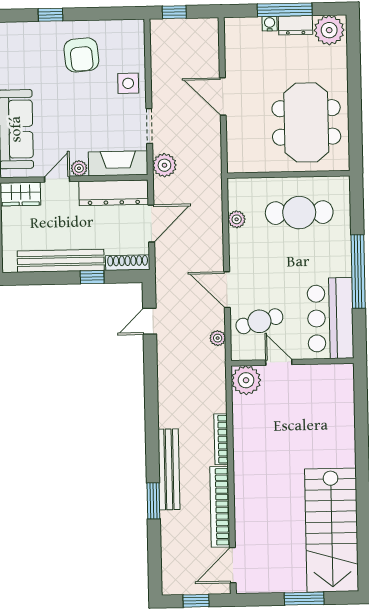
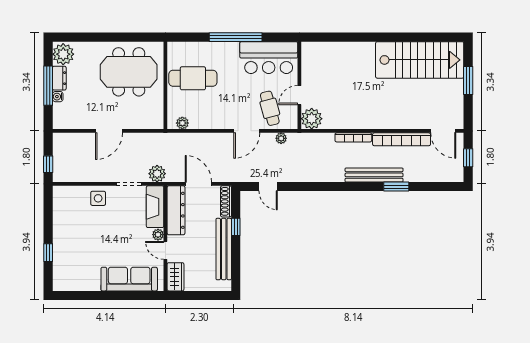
armchair: (81, 55) -> (77, 231), removed
cafe table: (299, 213) -> (193, 78), turned 90
plant: (237, 219) -> (182, 123), moved

